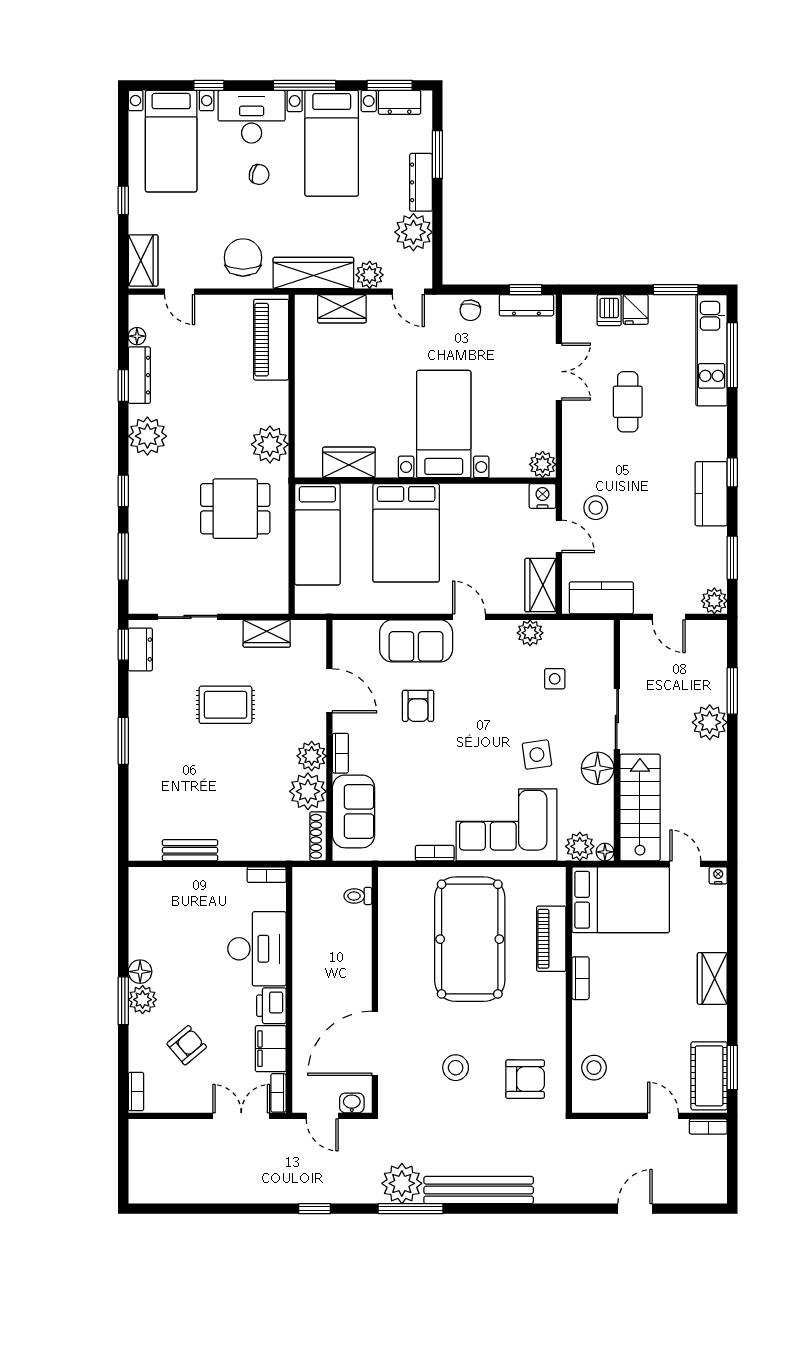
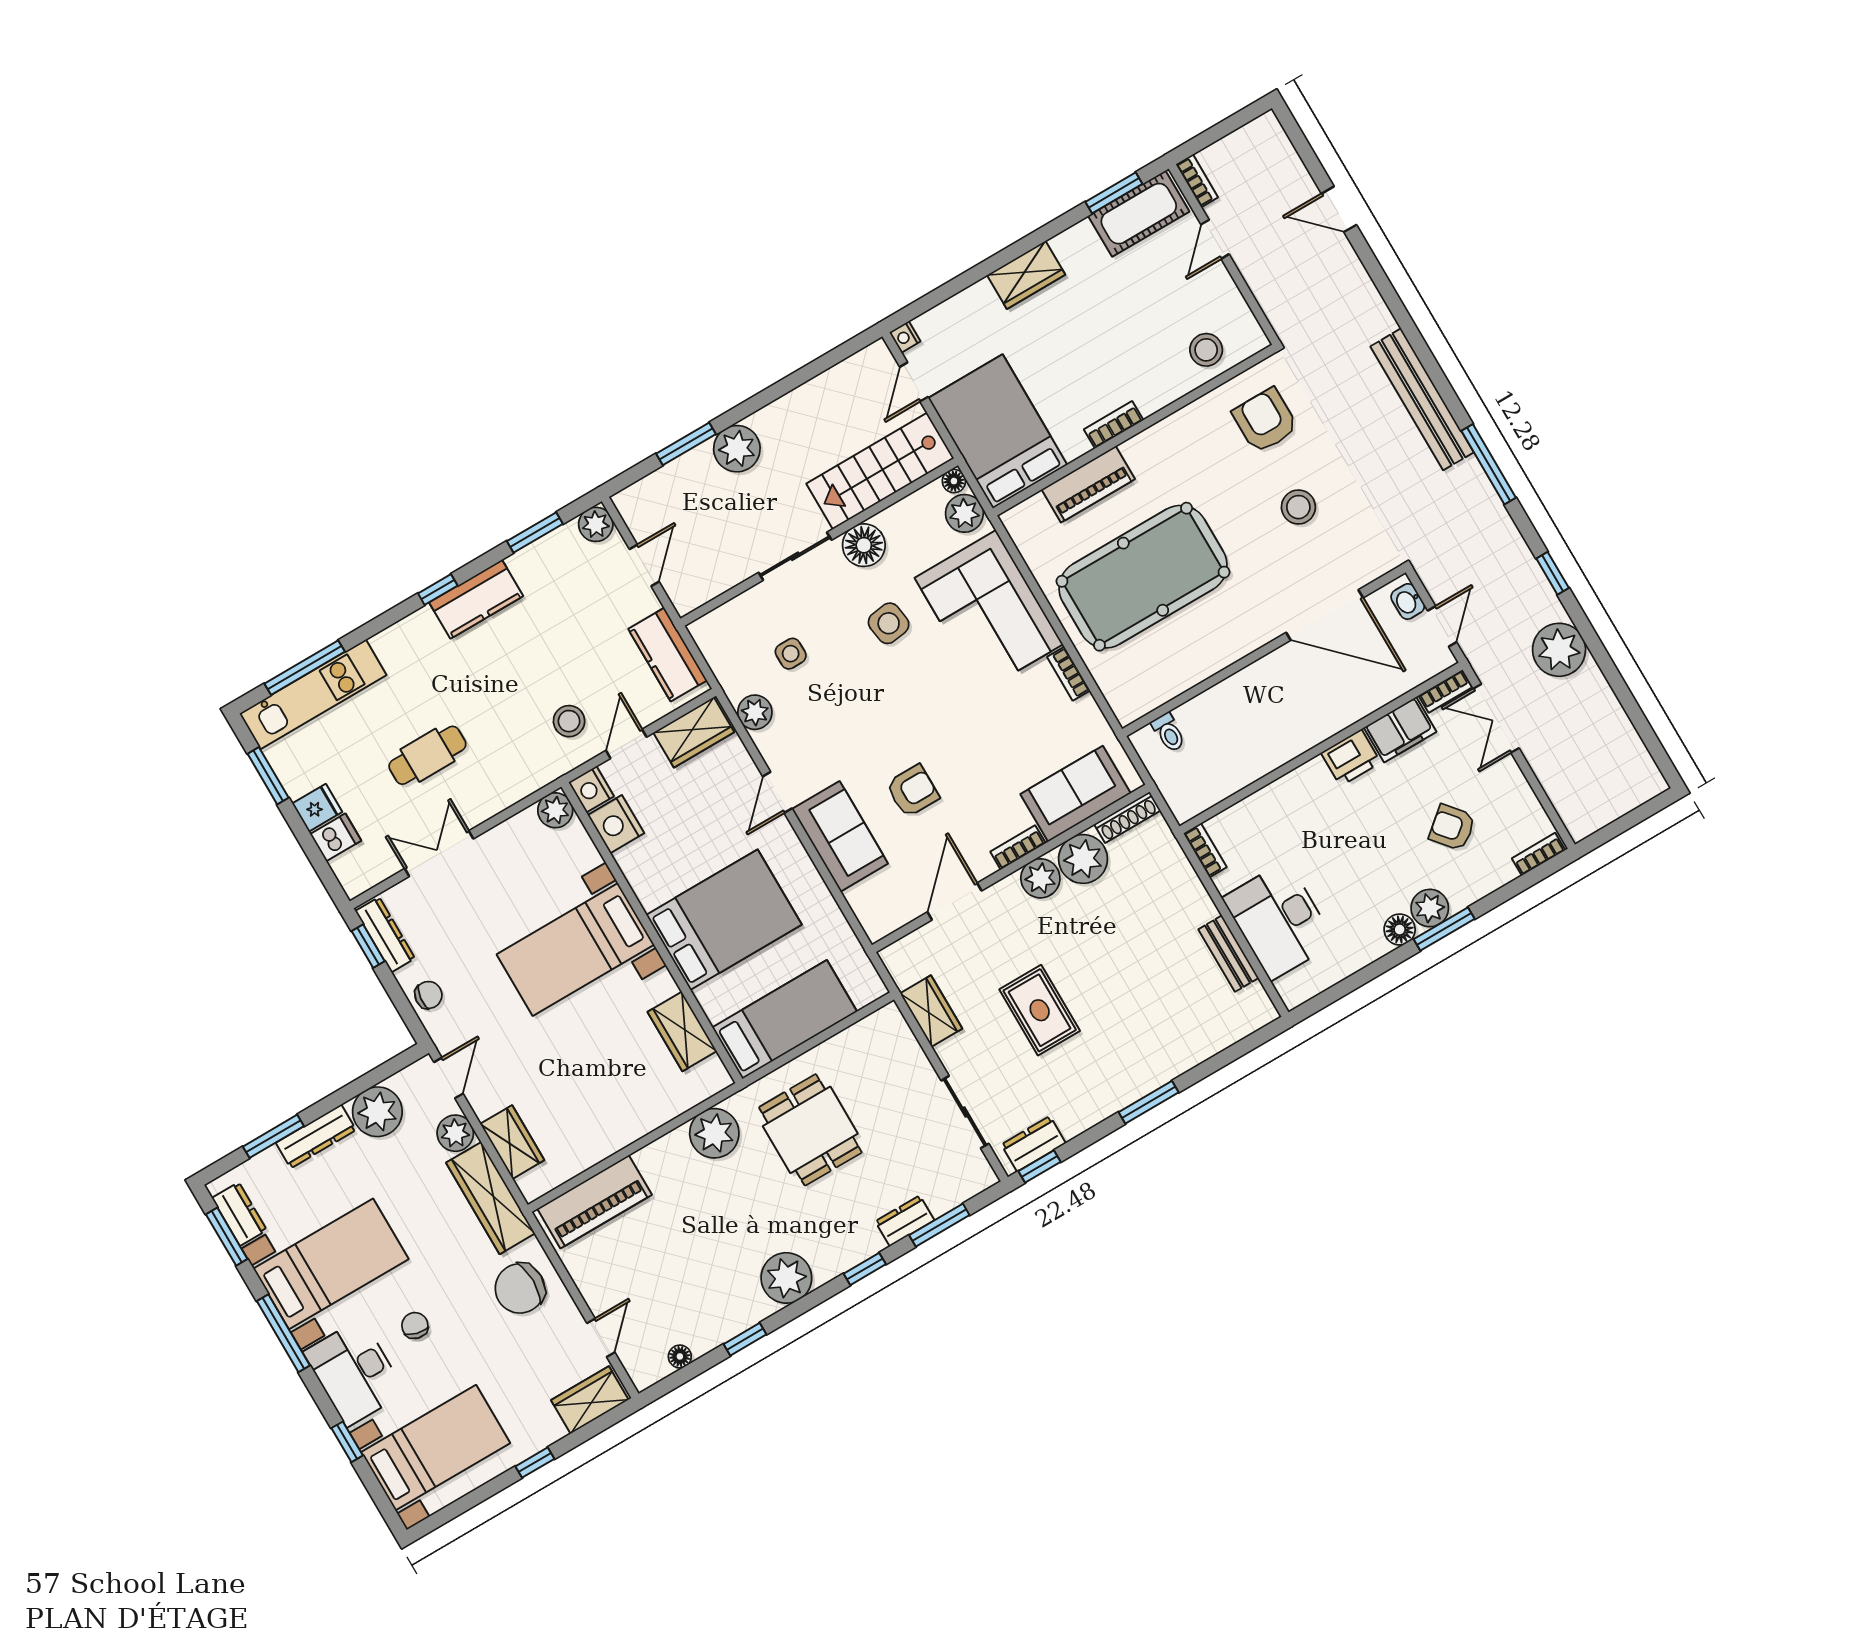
dresser: (139, 375) -> (905, 1221), moved, width x0.70
nightstand: (510, 499) -> (616, 824), added
desk: (257, 949) -> (1279, 920), moved, turned -90
plant: (402, 1183) -> (1559, 650), moved

